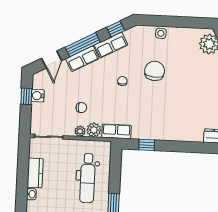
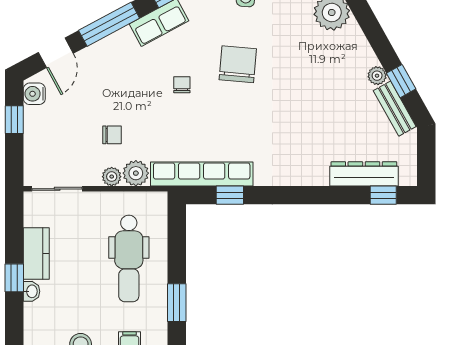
row of seats: (82, 59) -> (110, 49), removed
water cooler: (38, 96) -> (34, 94), moved
row of seats: (117, 131) -> (202, 174), width x2.02
window: (22, 186) -> (14, 278), added

